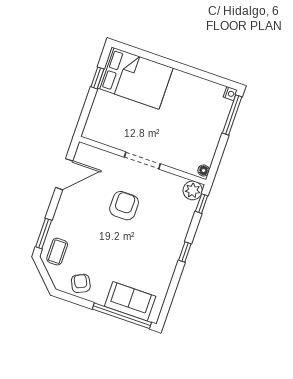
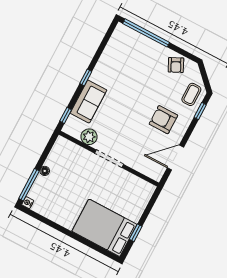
floor lamp: (204, 171) -> (45, 171), moved
plant: (193, 190) -> (89, 137), moved
armchair: (124, 206) -> (163, 120), moved, turned 90
window: (44, 234) -> (200, 111), width x0.67
sofa: (130, 301) -> (89, 102), moved, turned -90

